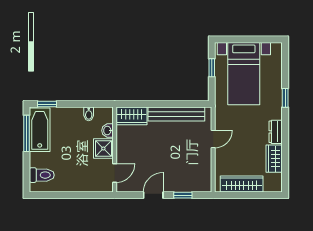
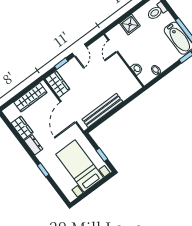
wardrobe: (132, 116) -> (57, 84), moved, turned 90
door: (213, 139) -> (68, 112), width x1.88
shower: (103, 148) -> (130, 24), moved

